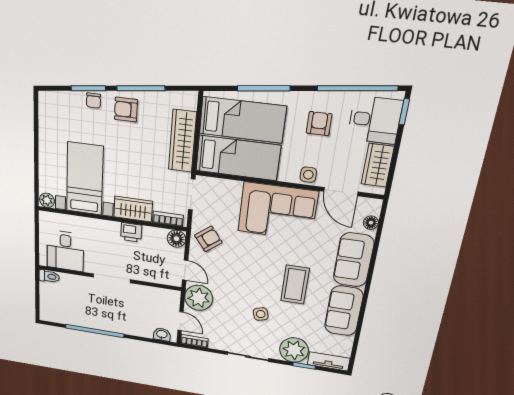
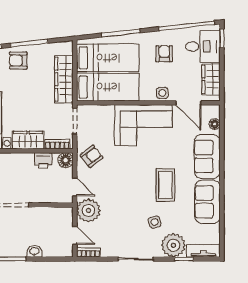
printer: (131, 232) -> (43, 160), moved
side table: (261, 314) -> (155, 222), moved
washbasin: (162, 334) -> (34, 251), moved

